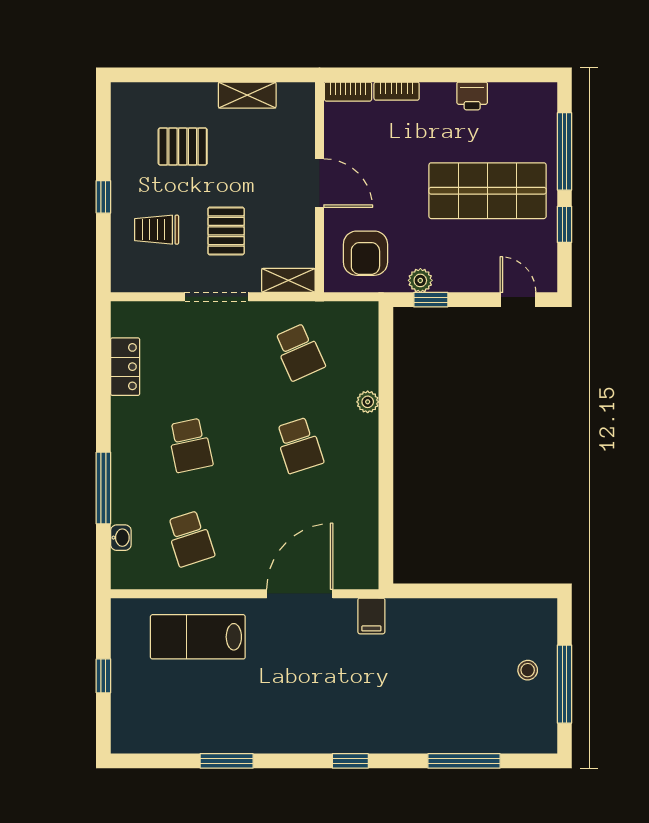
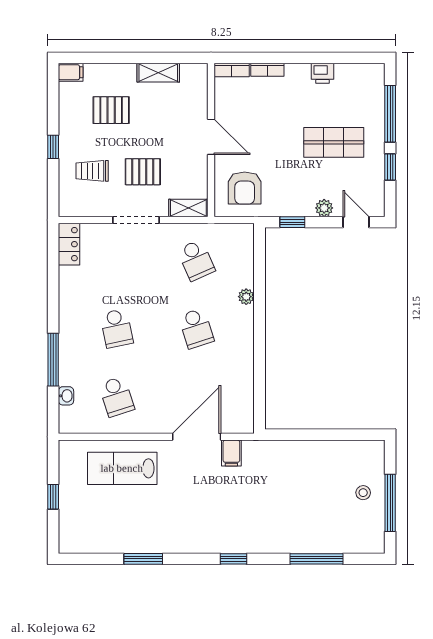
filing cabinet: (127, 95) -> (71, 72), added
shop shelf: (488, 191) -> (334, 142), width x0.70, depth x0.74
pallet: (226, 231) -> (143, 172), turned 90
plant: (420, 280) -> (324, 208), moved
locker: (125, 367) -> (69, 244), moved
filing cabinet: (371, 616) -> (231, 453), moved

